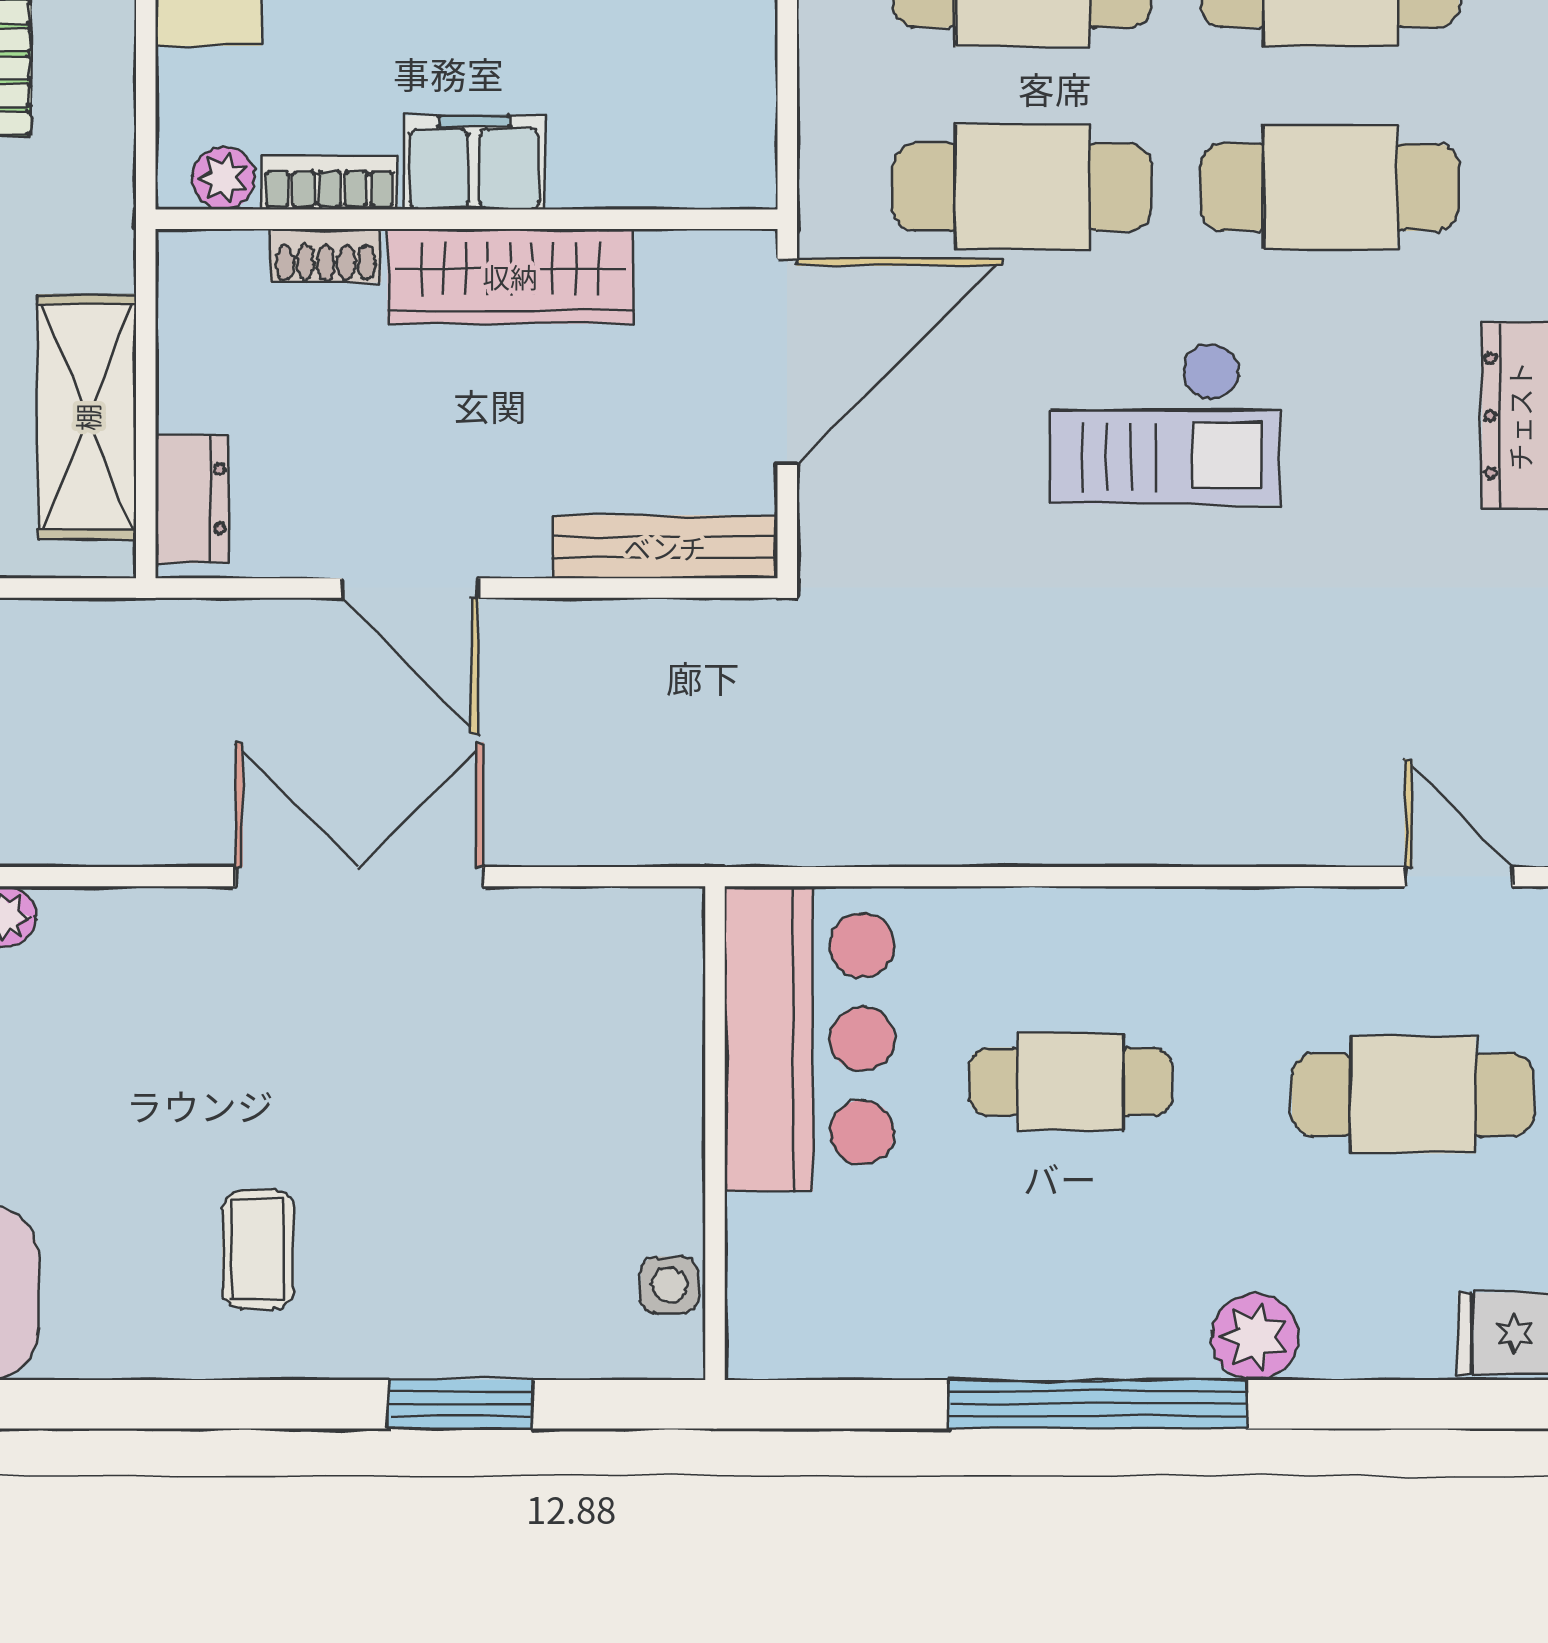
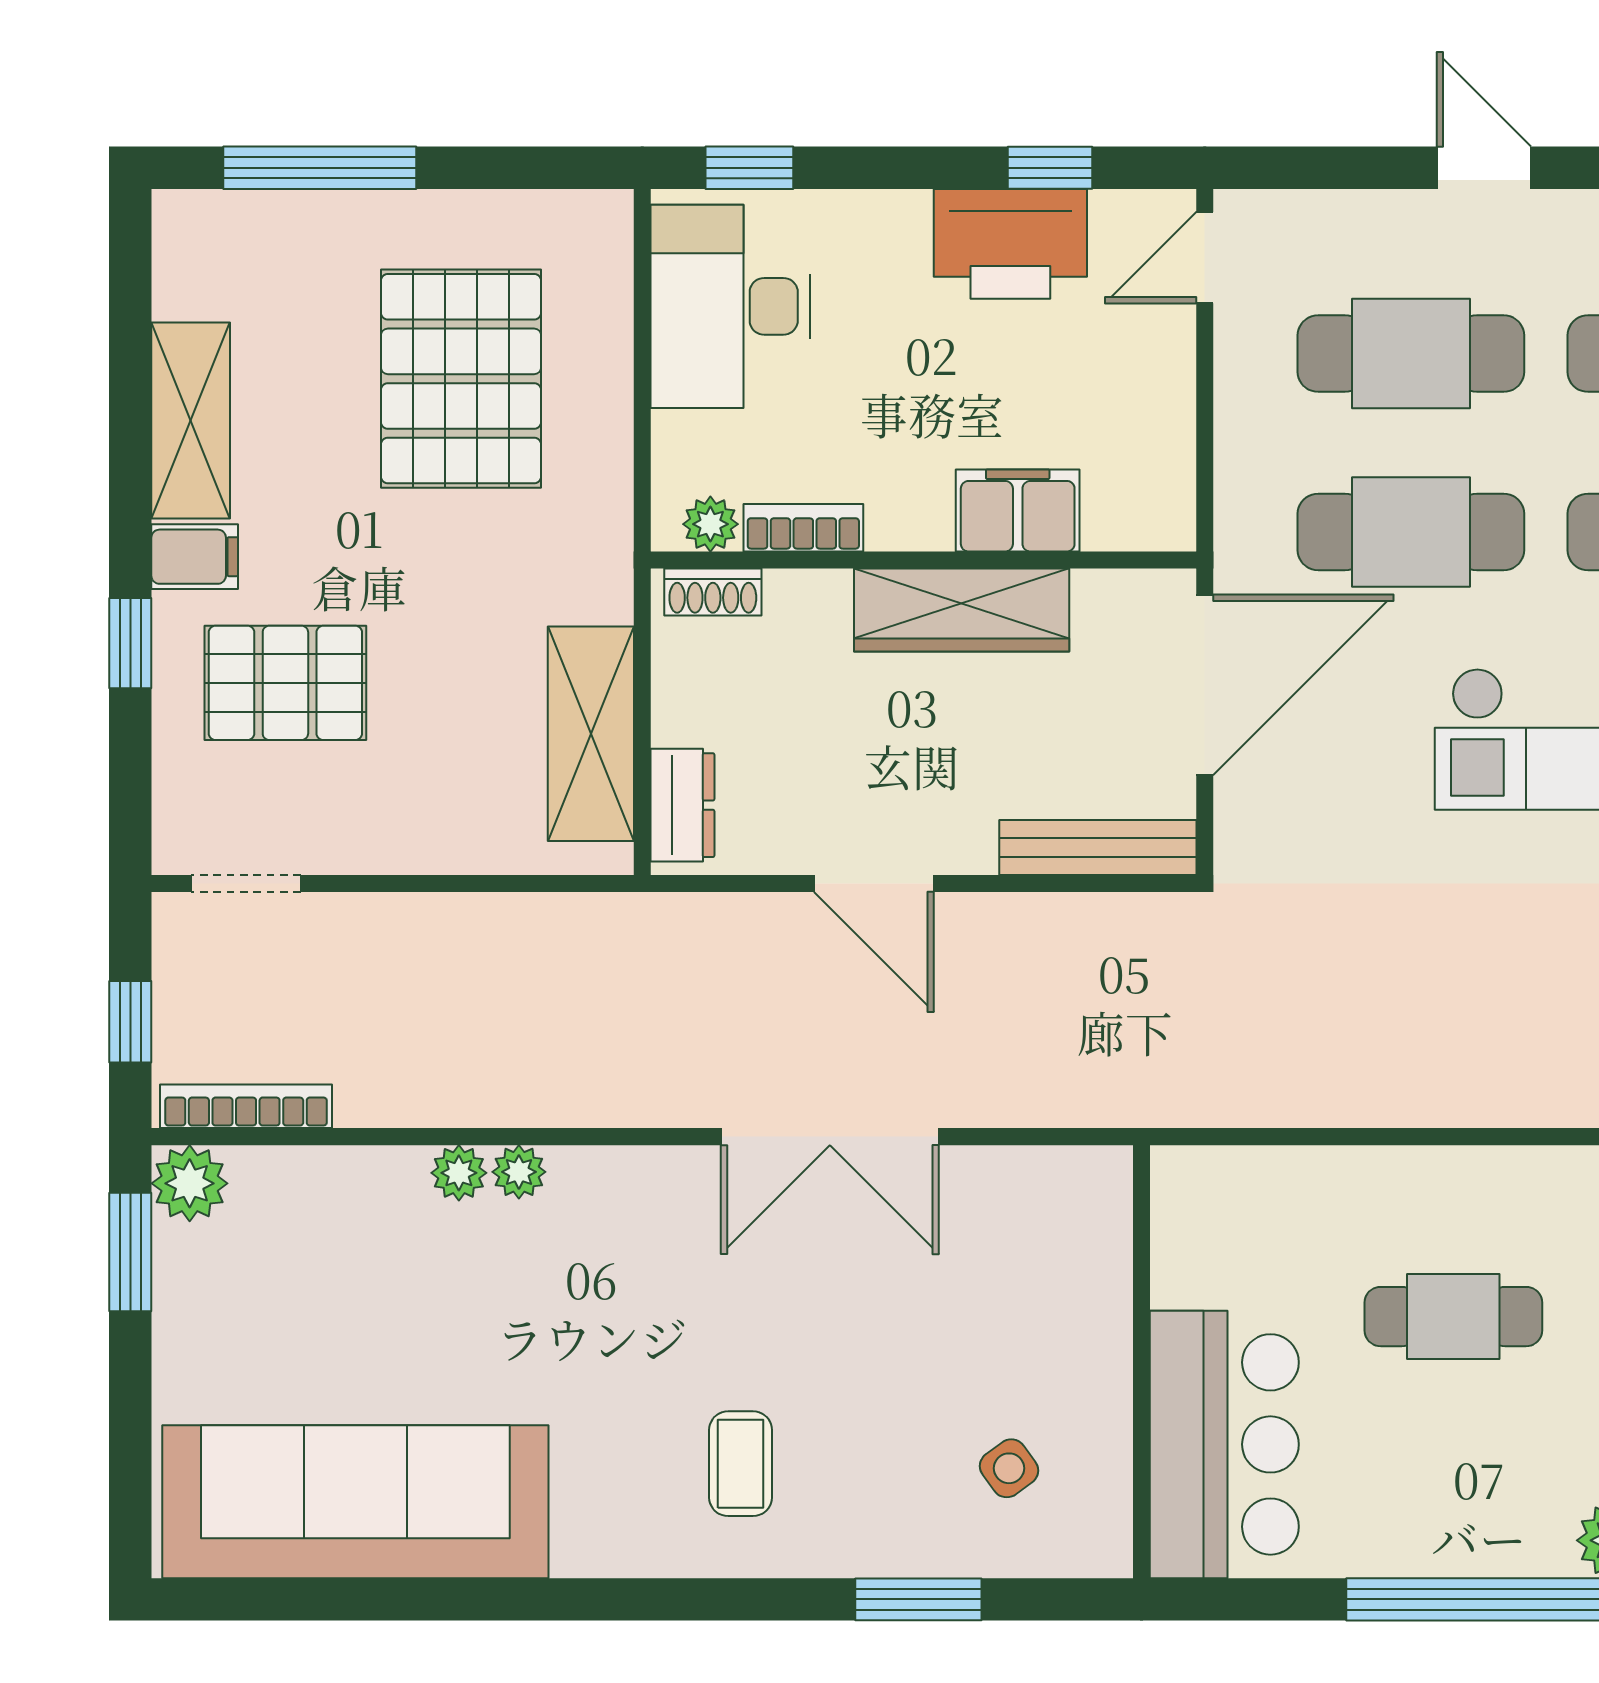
filing cabinet: (474, 163) -> (1018, 510), moved
shoe rack: (326, 256) -> (713, 592), moved
double door: (360, 877) -> (830, 1137), swing flipped
bar counter: (810, 1039) -> (1224, 1444), moved
side table: (669, 1285) -> (1009, 1468), moved, turned -36

